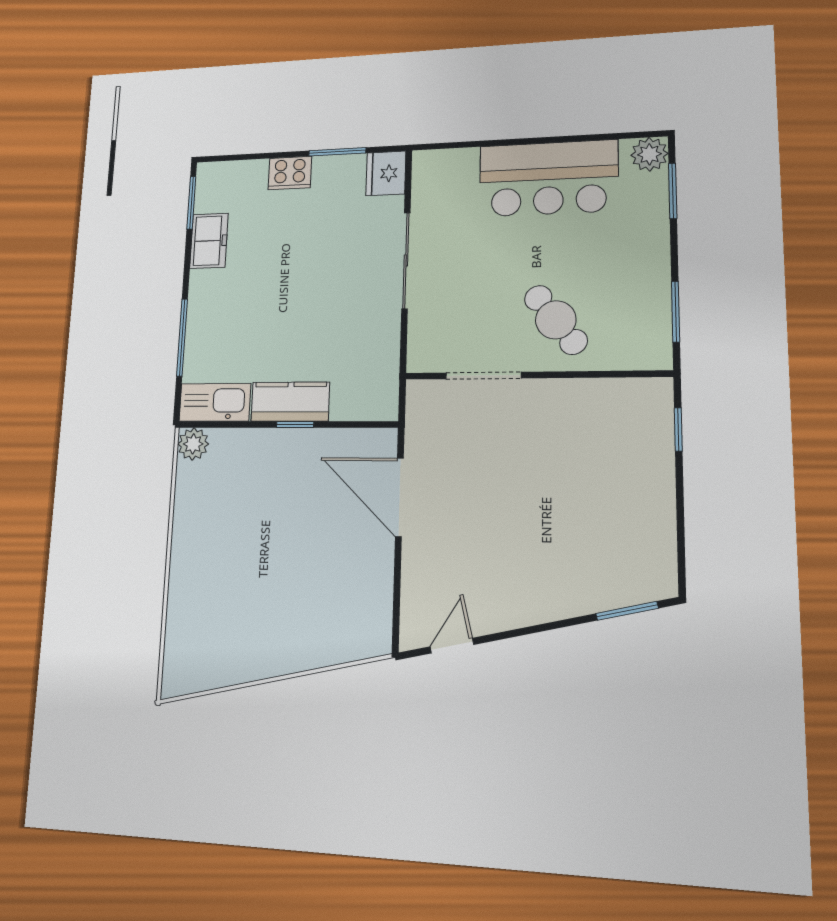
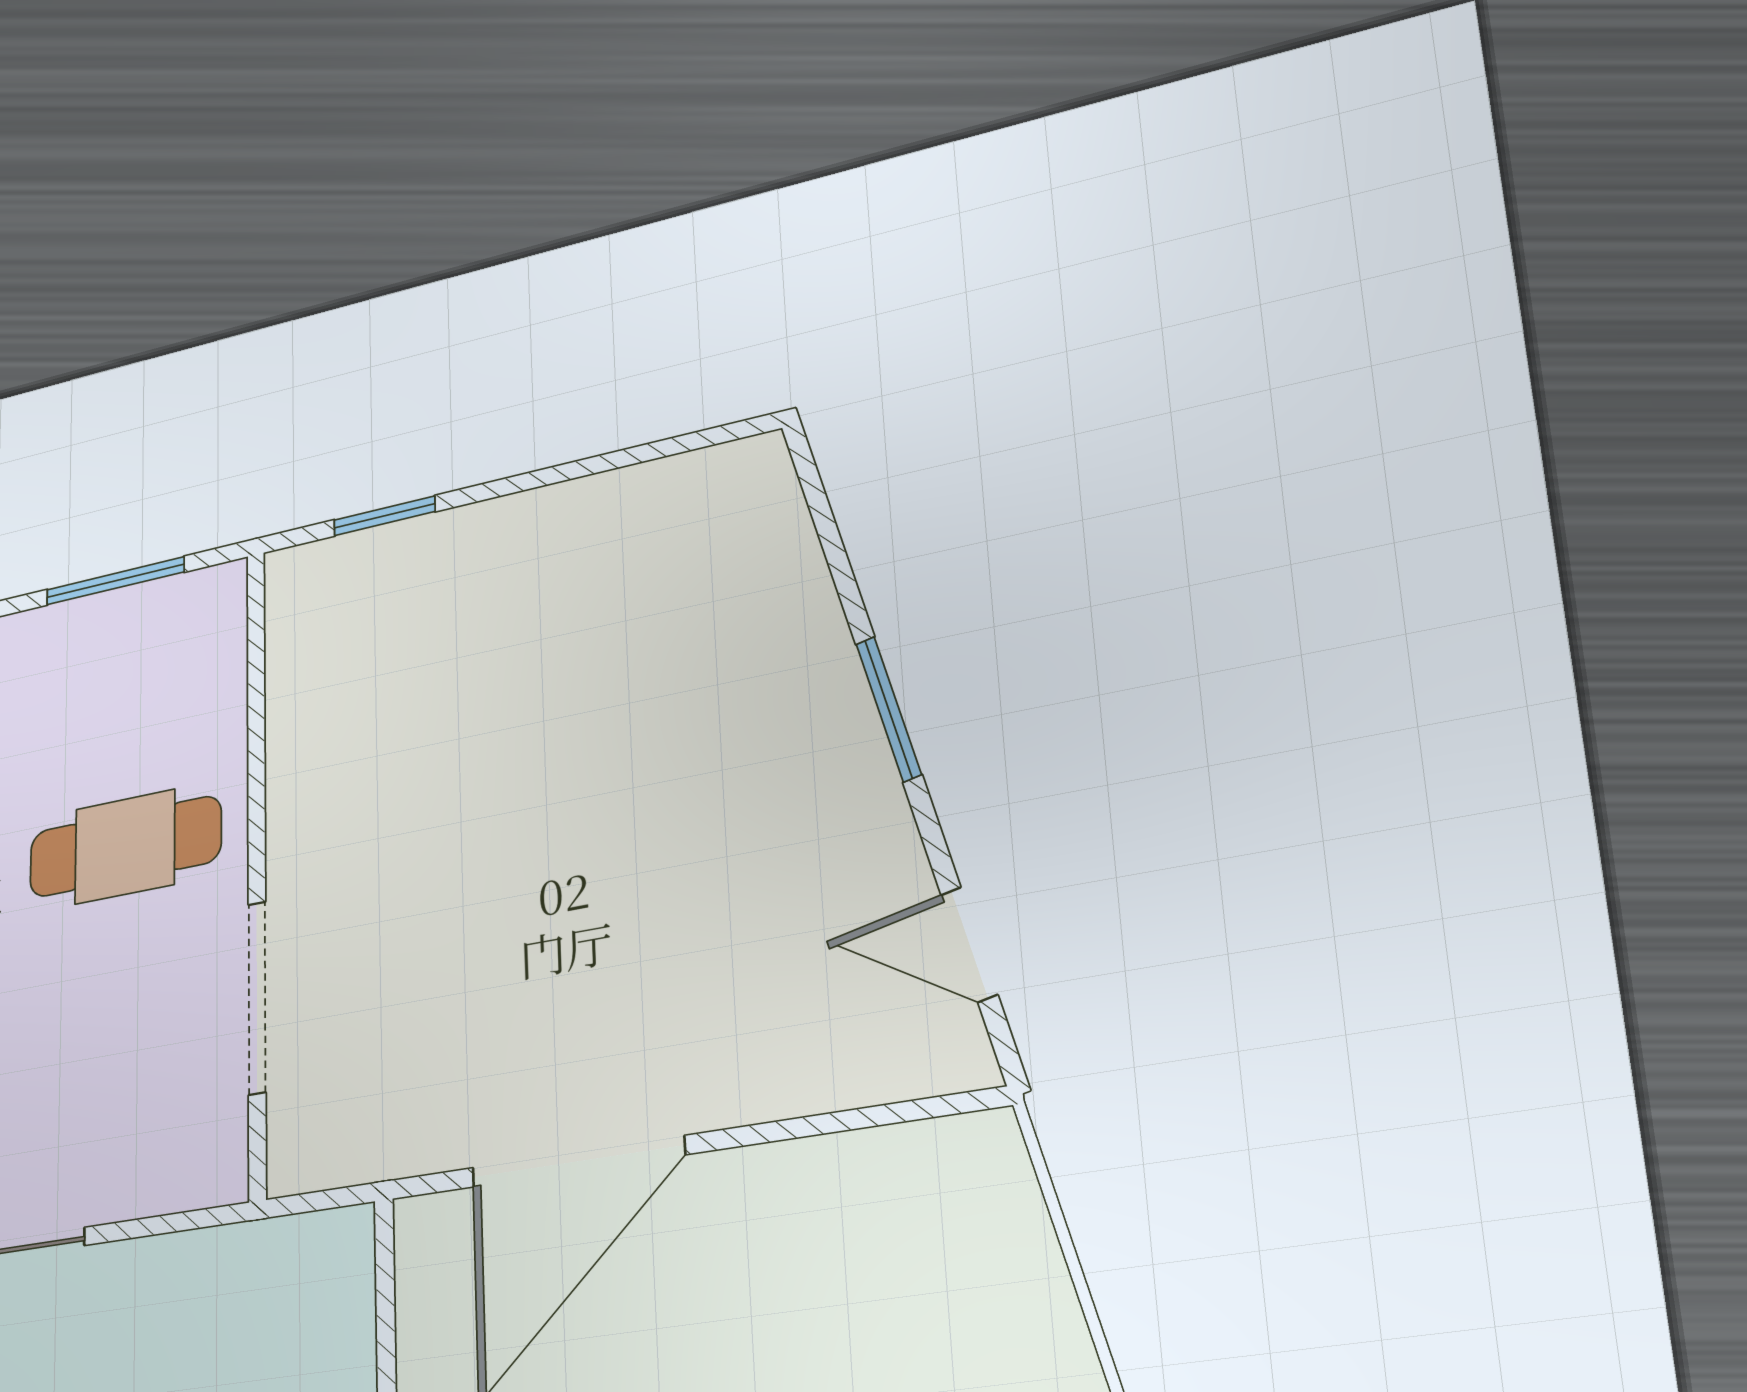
cafe table: (556, 320) -> (125, 847), turned 37
window: (627, 611) -> (889, 709), moved

